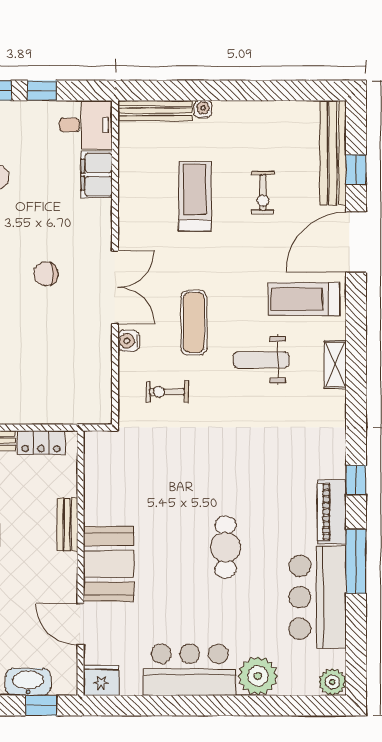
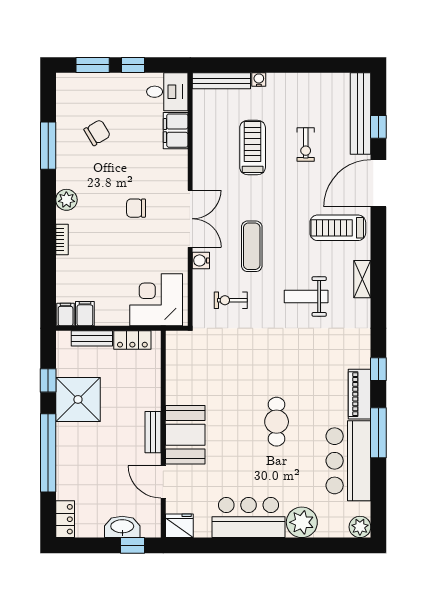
weight bench: (261, 360) -> (306, 297), moved
corner desk: (71, 391) -> (156, 300), added
bench: (67, 525) -> (153, 432), moved

